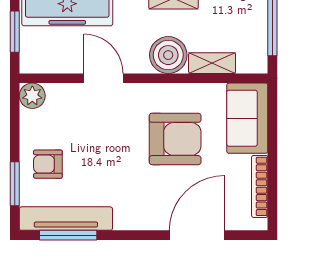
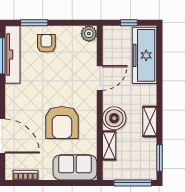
window: (15, 32) -> (129, 23), width x0.67
bookcase: (260, 186) -> (25, 175), width x0.64

